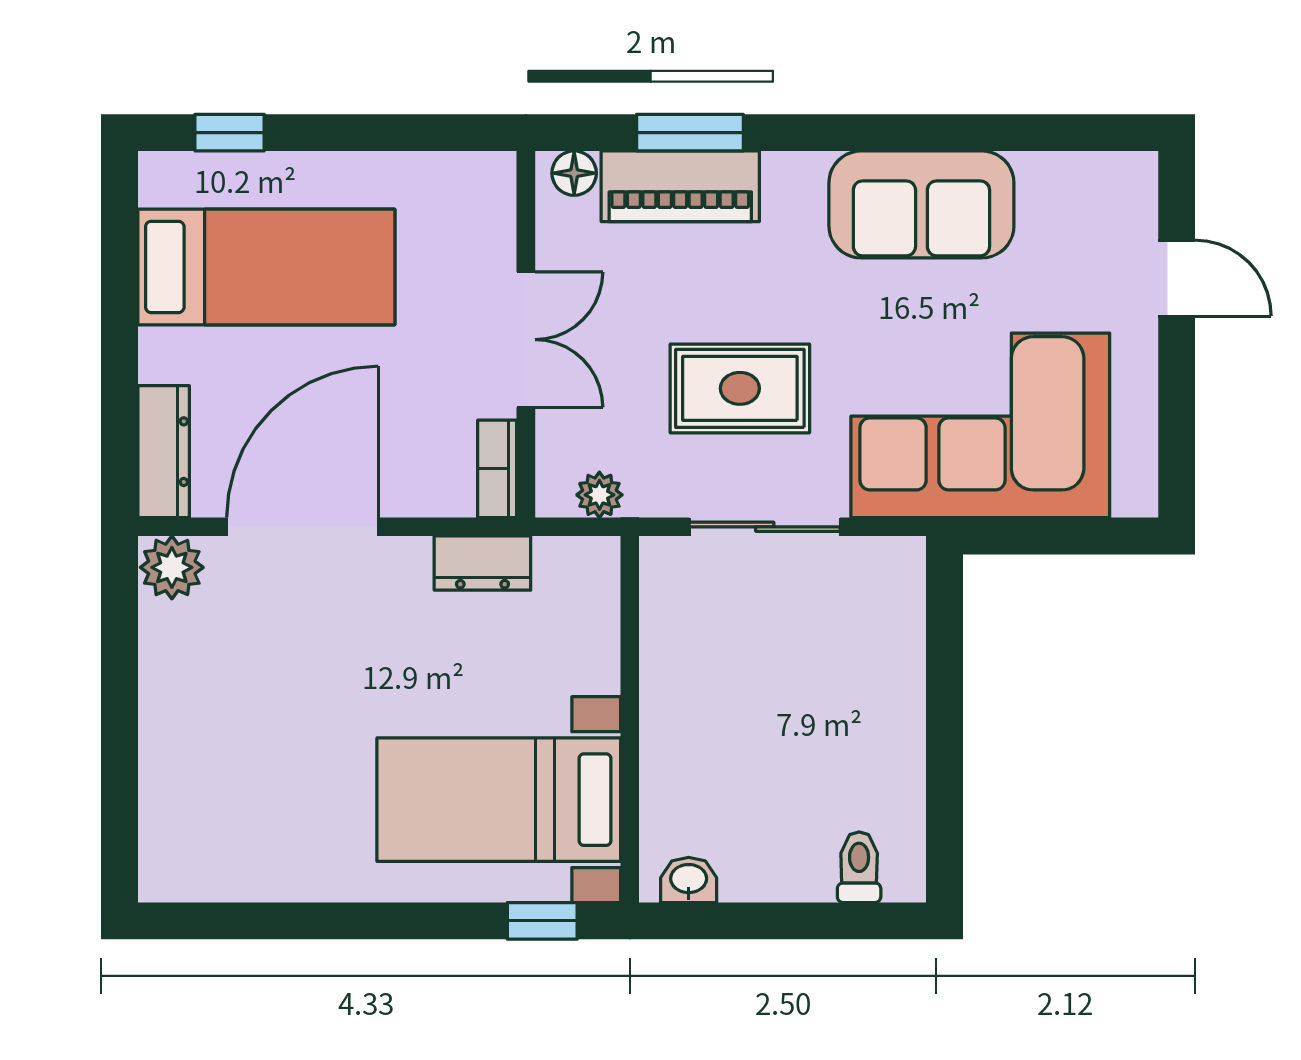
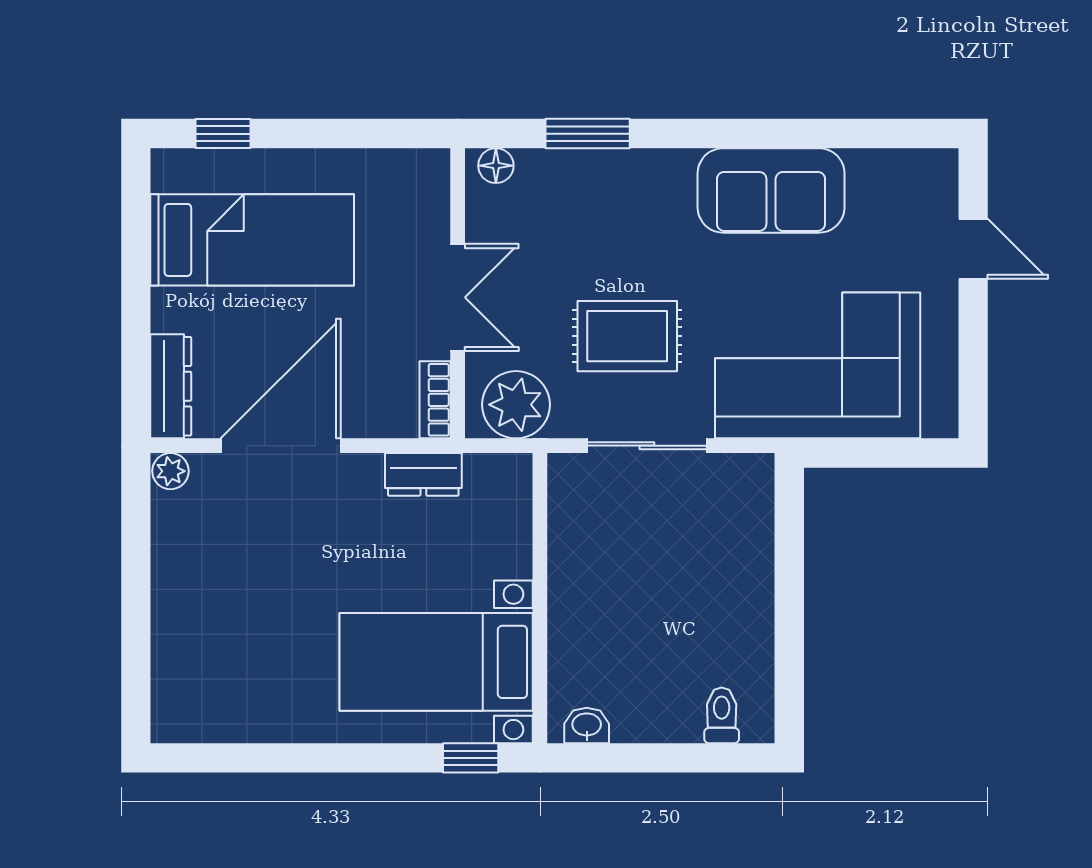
piano: (680, 186) -> (580, 176), removed
plant: (599, 495) -> (516, 405), width x1.88, depth x1.88
plant: (172, 567) -> (170, 471), width x0.73, depth x0.73

